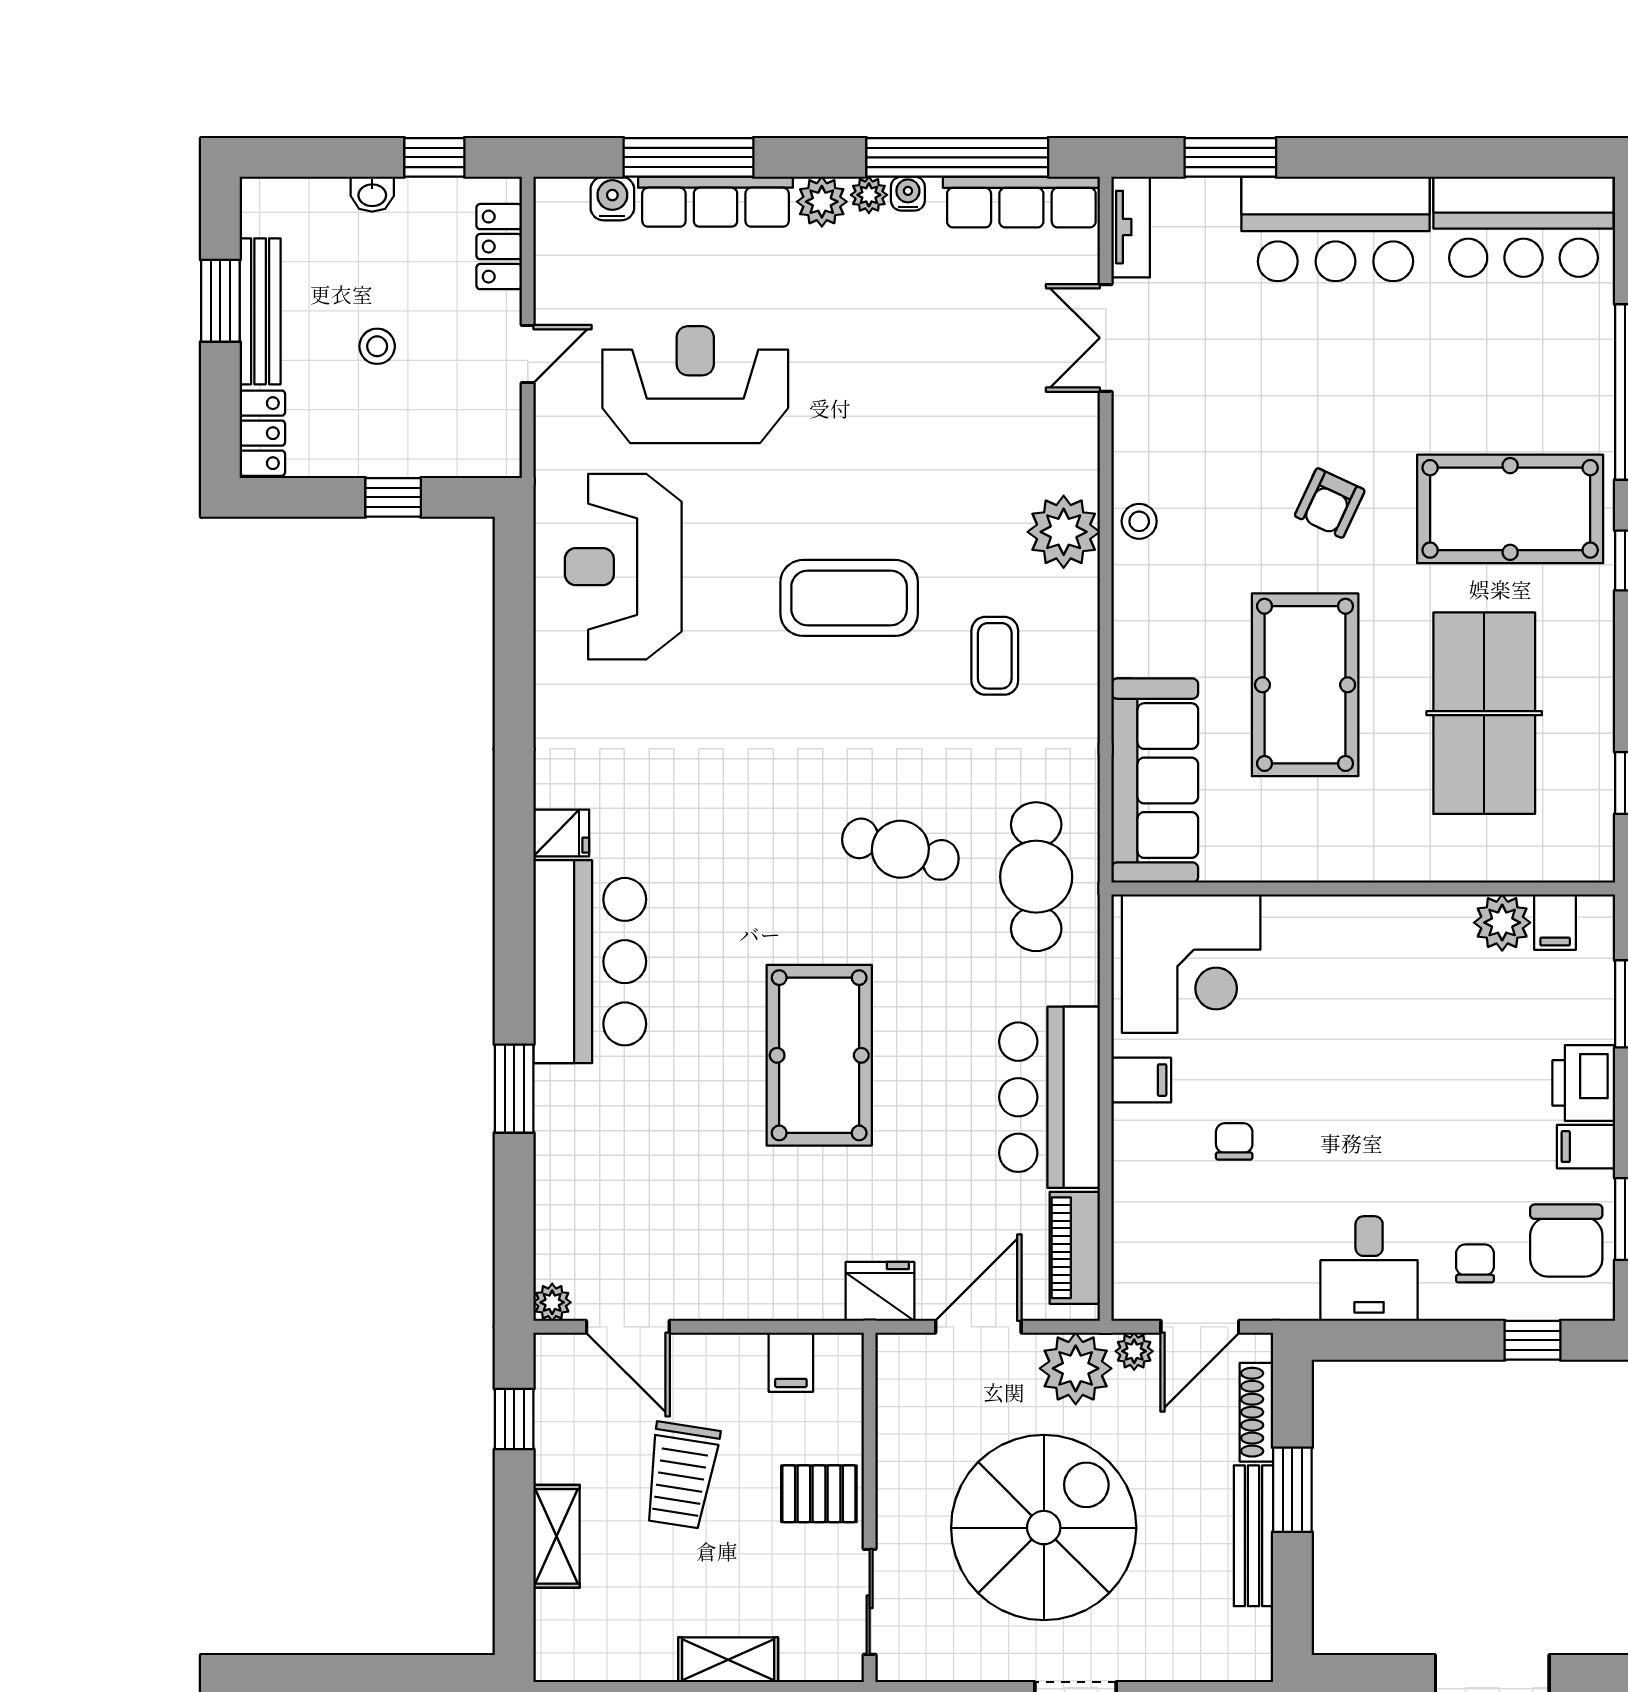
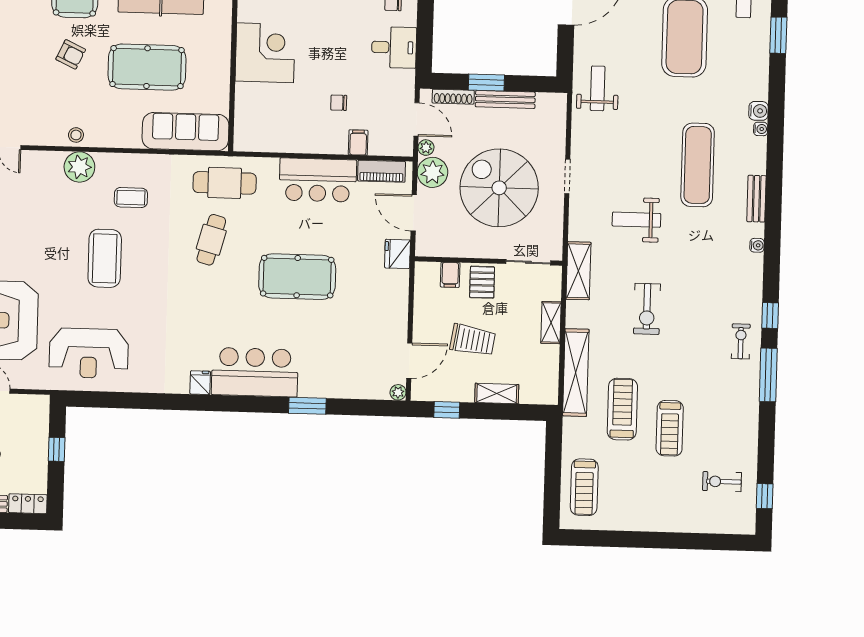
corner desk: (1191, 964) -> (265, 53), moved
filing cabinet: (1141, 1080) -> (358, 142), moved
filing cabinet: (791, 1362) -> (450, 275), moved, turned 90

